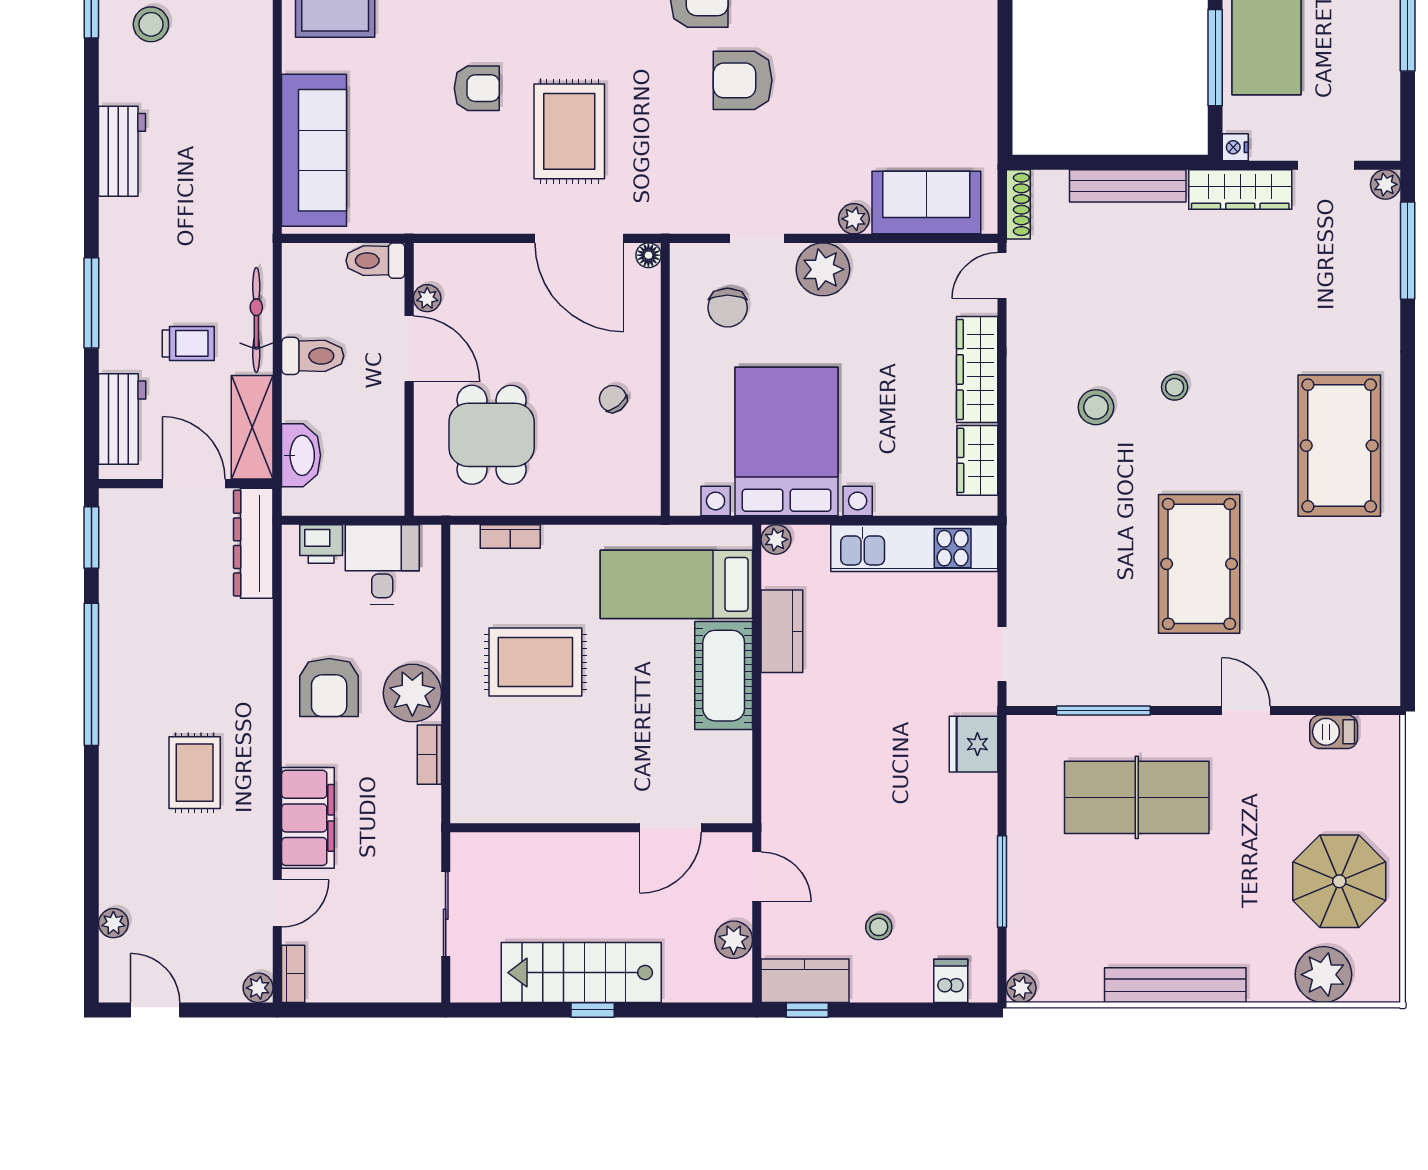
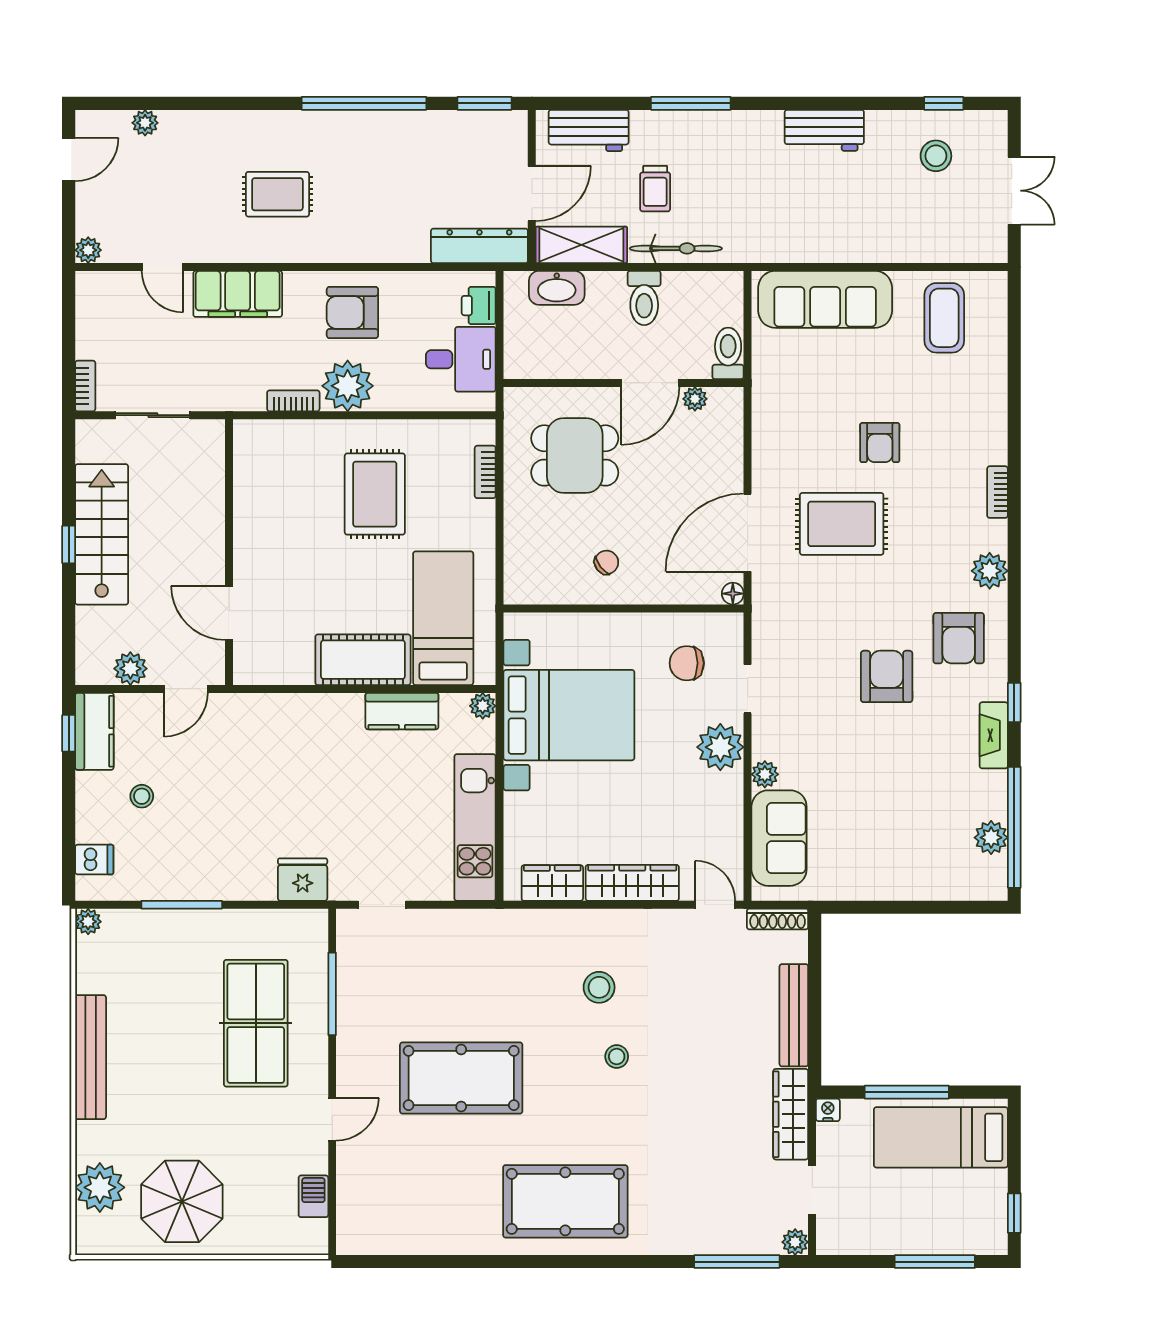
bookcase: (293, 974) -> (85, 386), moved, turned -90

